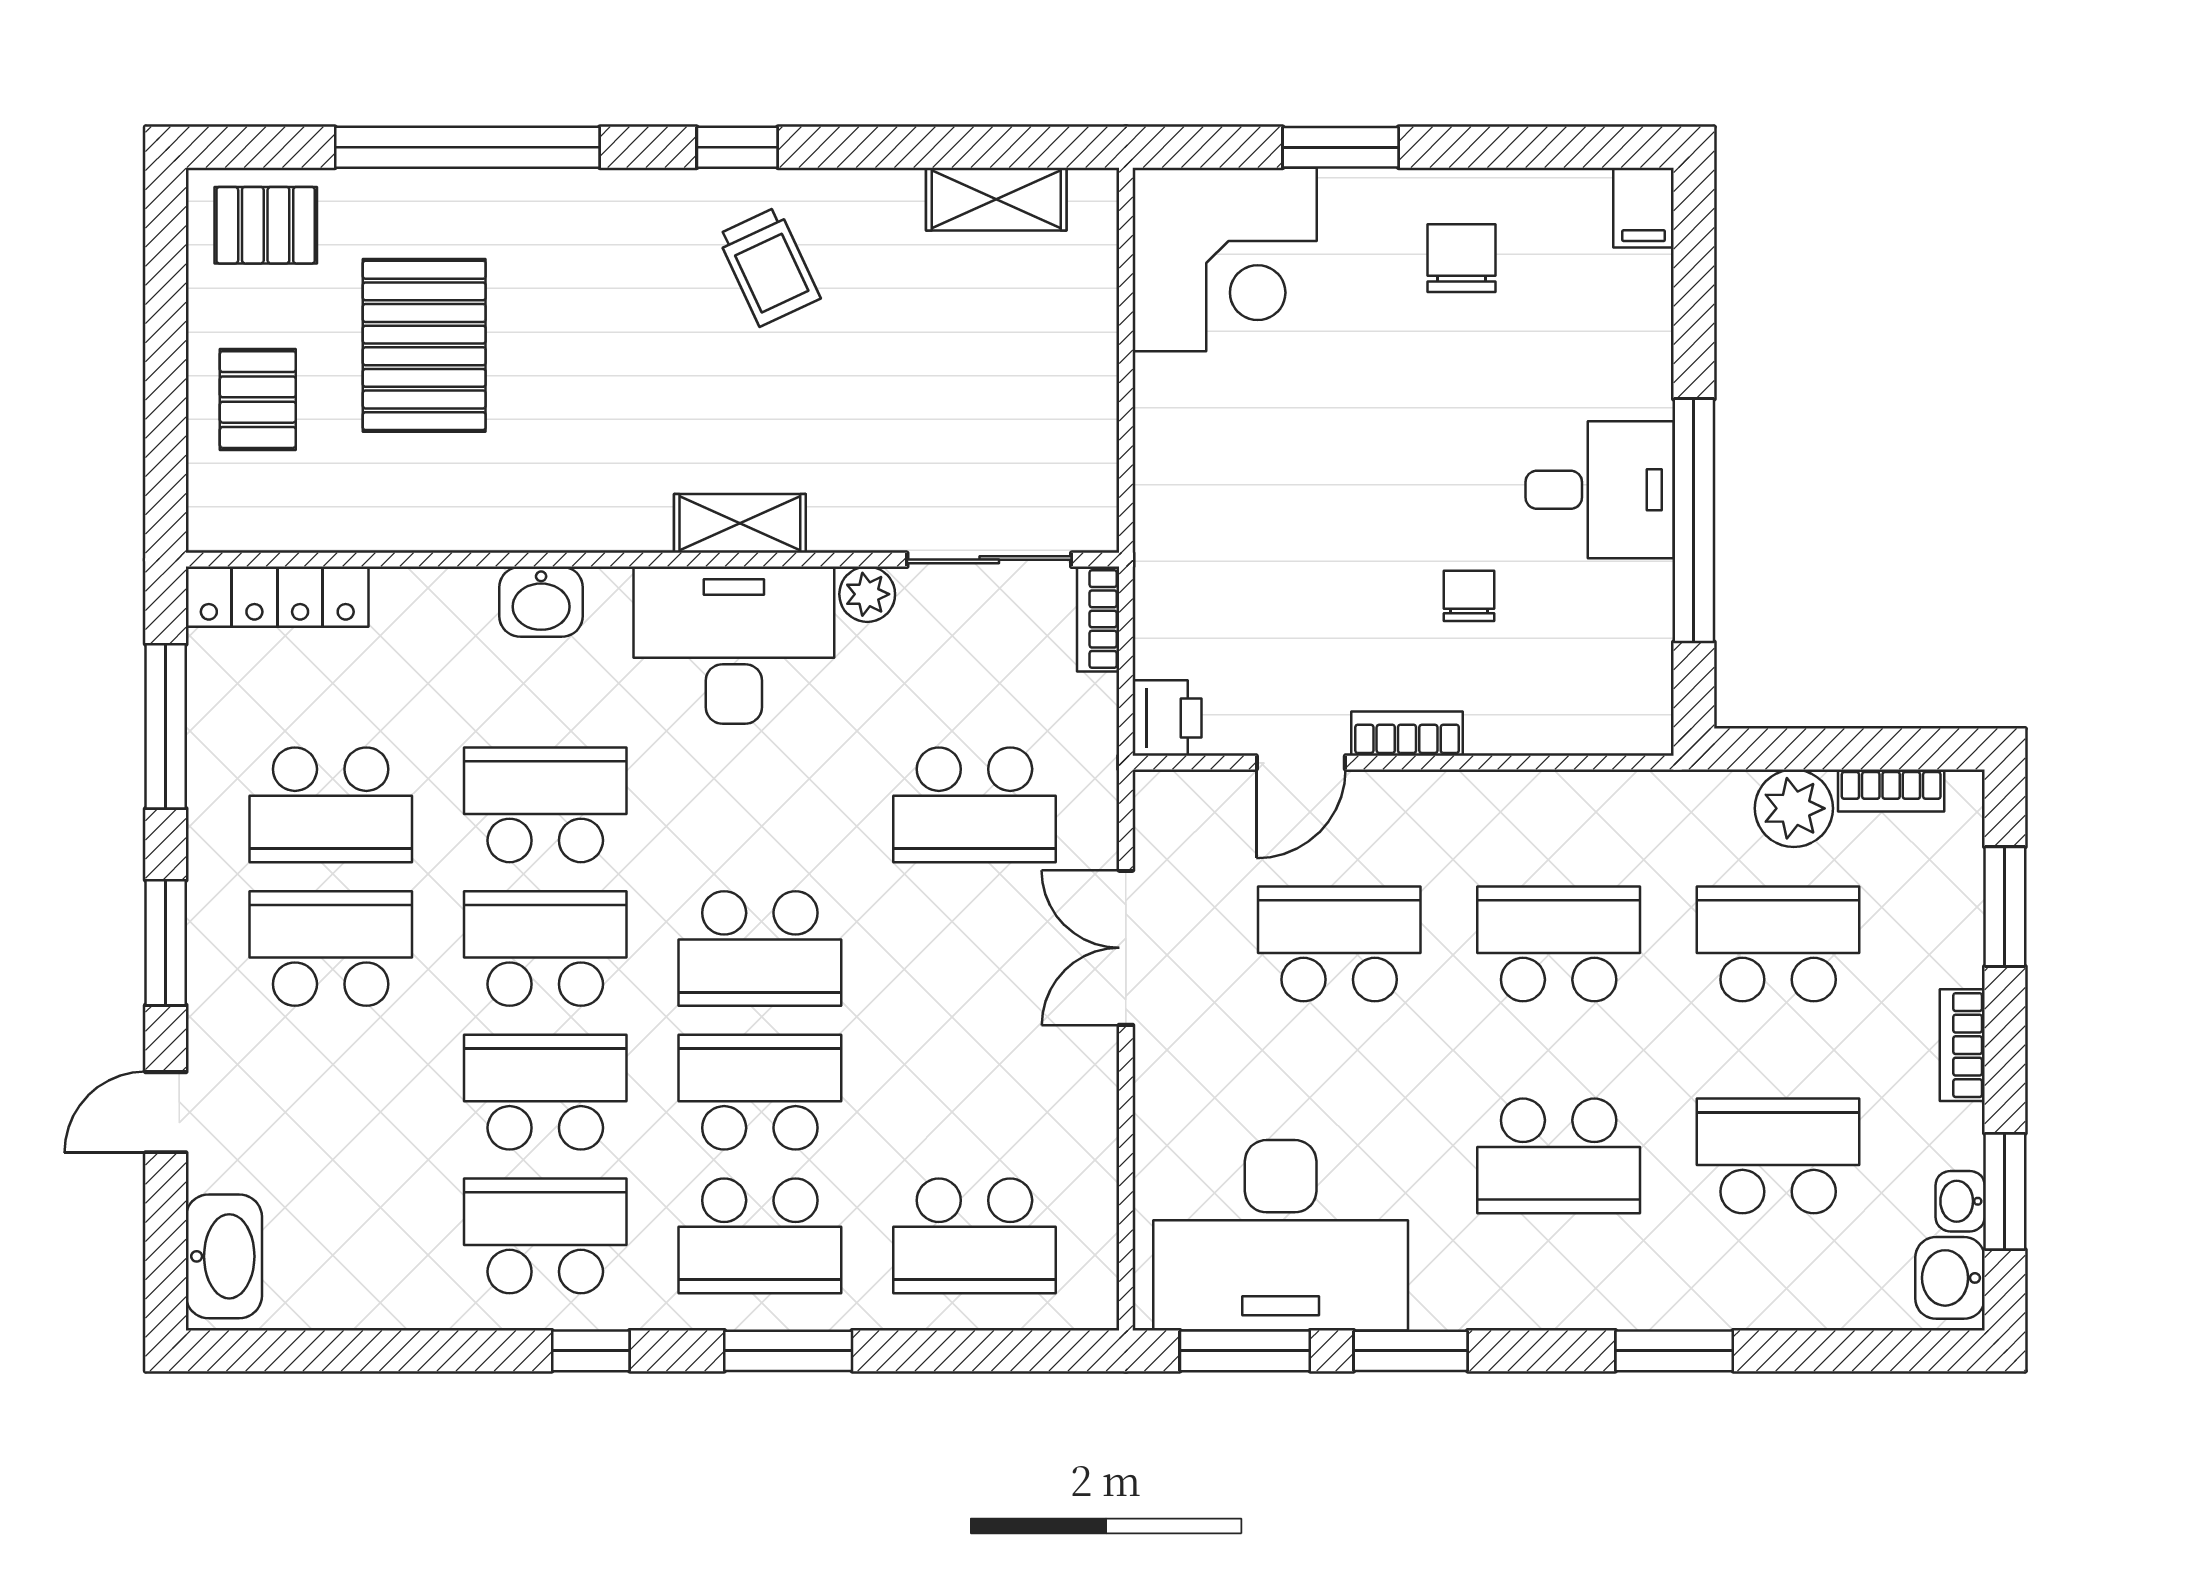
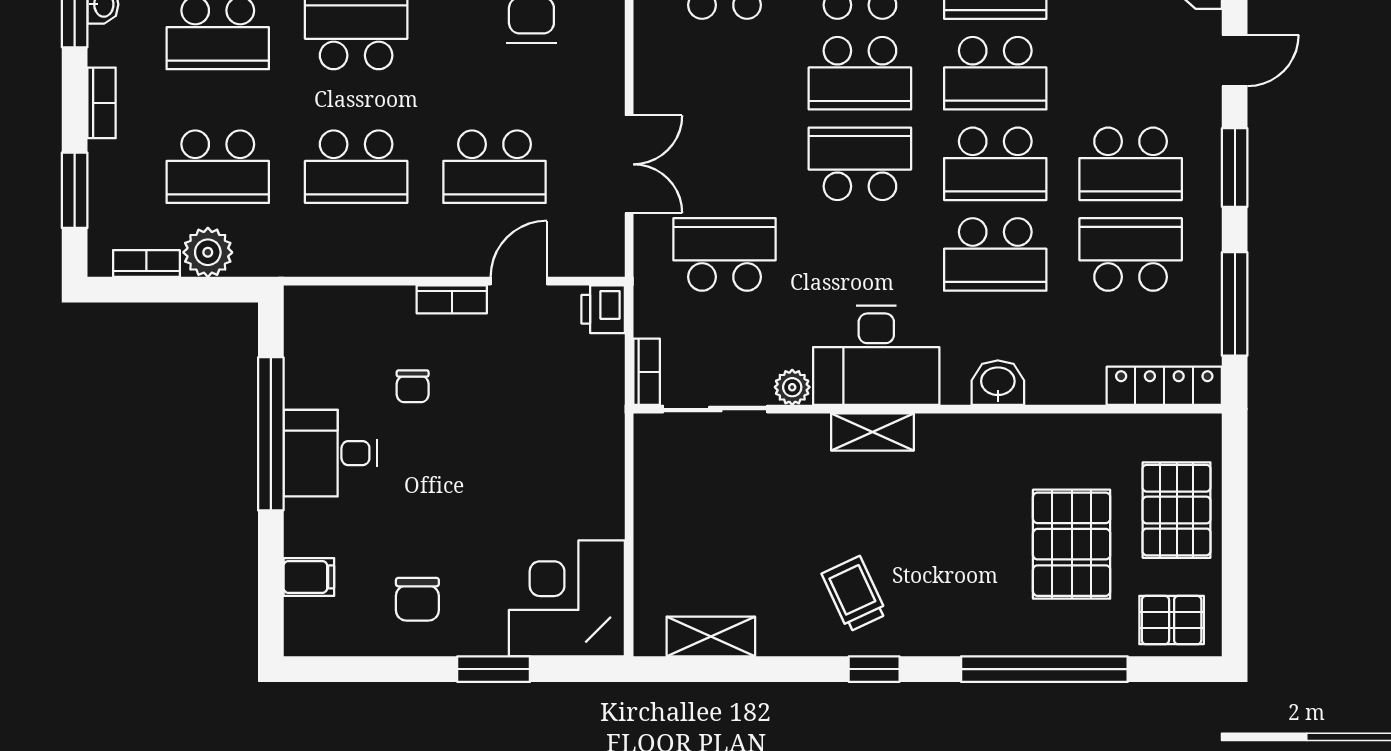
filing cabinet: (1644, 208) -> (309, 577), moved, turned 90
pallet: (258, 400) -> (1177, 510), width x1.50, depth x1.42

